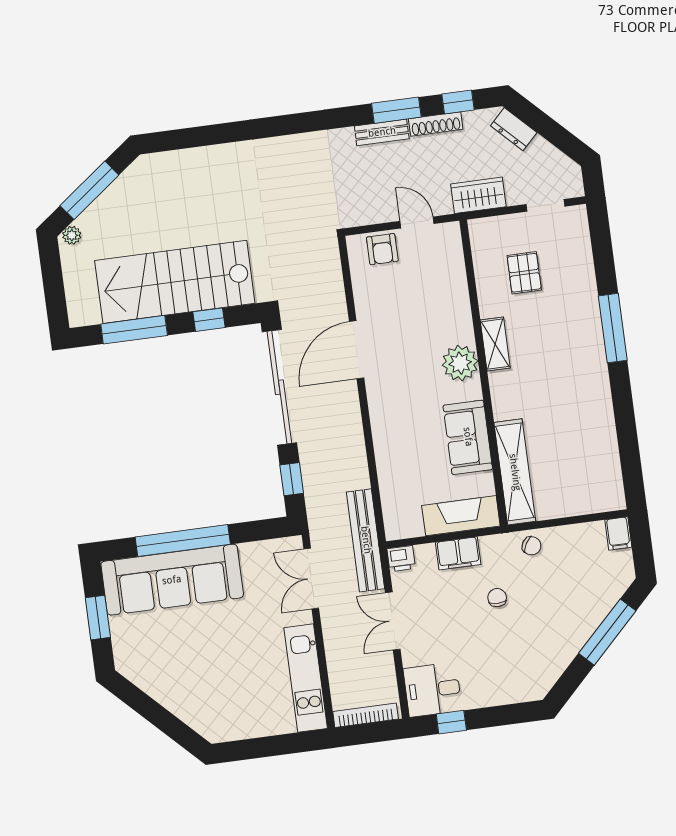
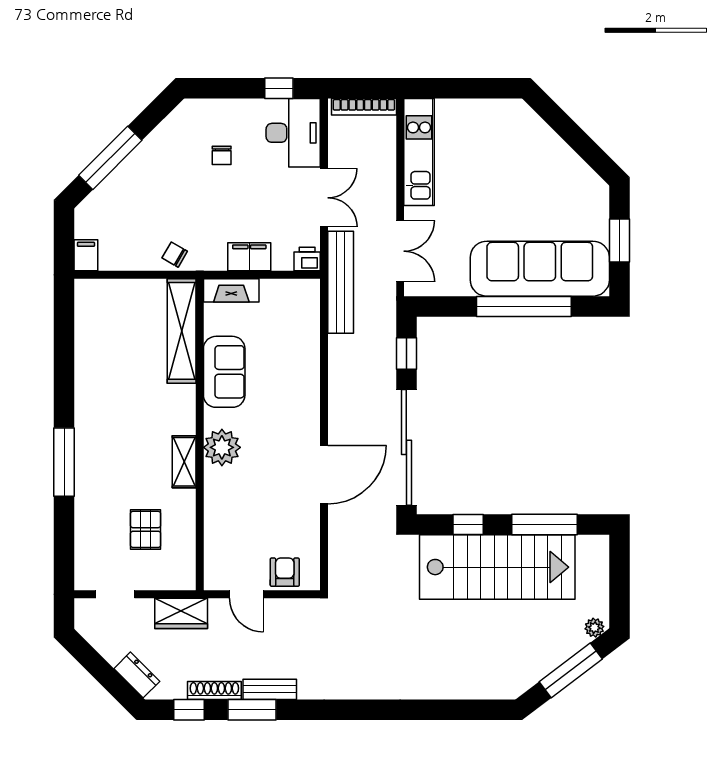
fireplace: (461, 516) -> (231, 290), width x0.73, depth x0.76
chair: (497, 598) -> (222, 155), moved
desk: (433, 690) -> (293, 133), width x1.37

